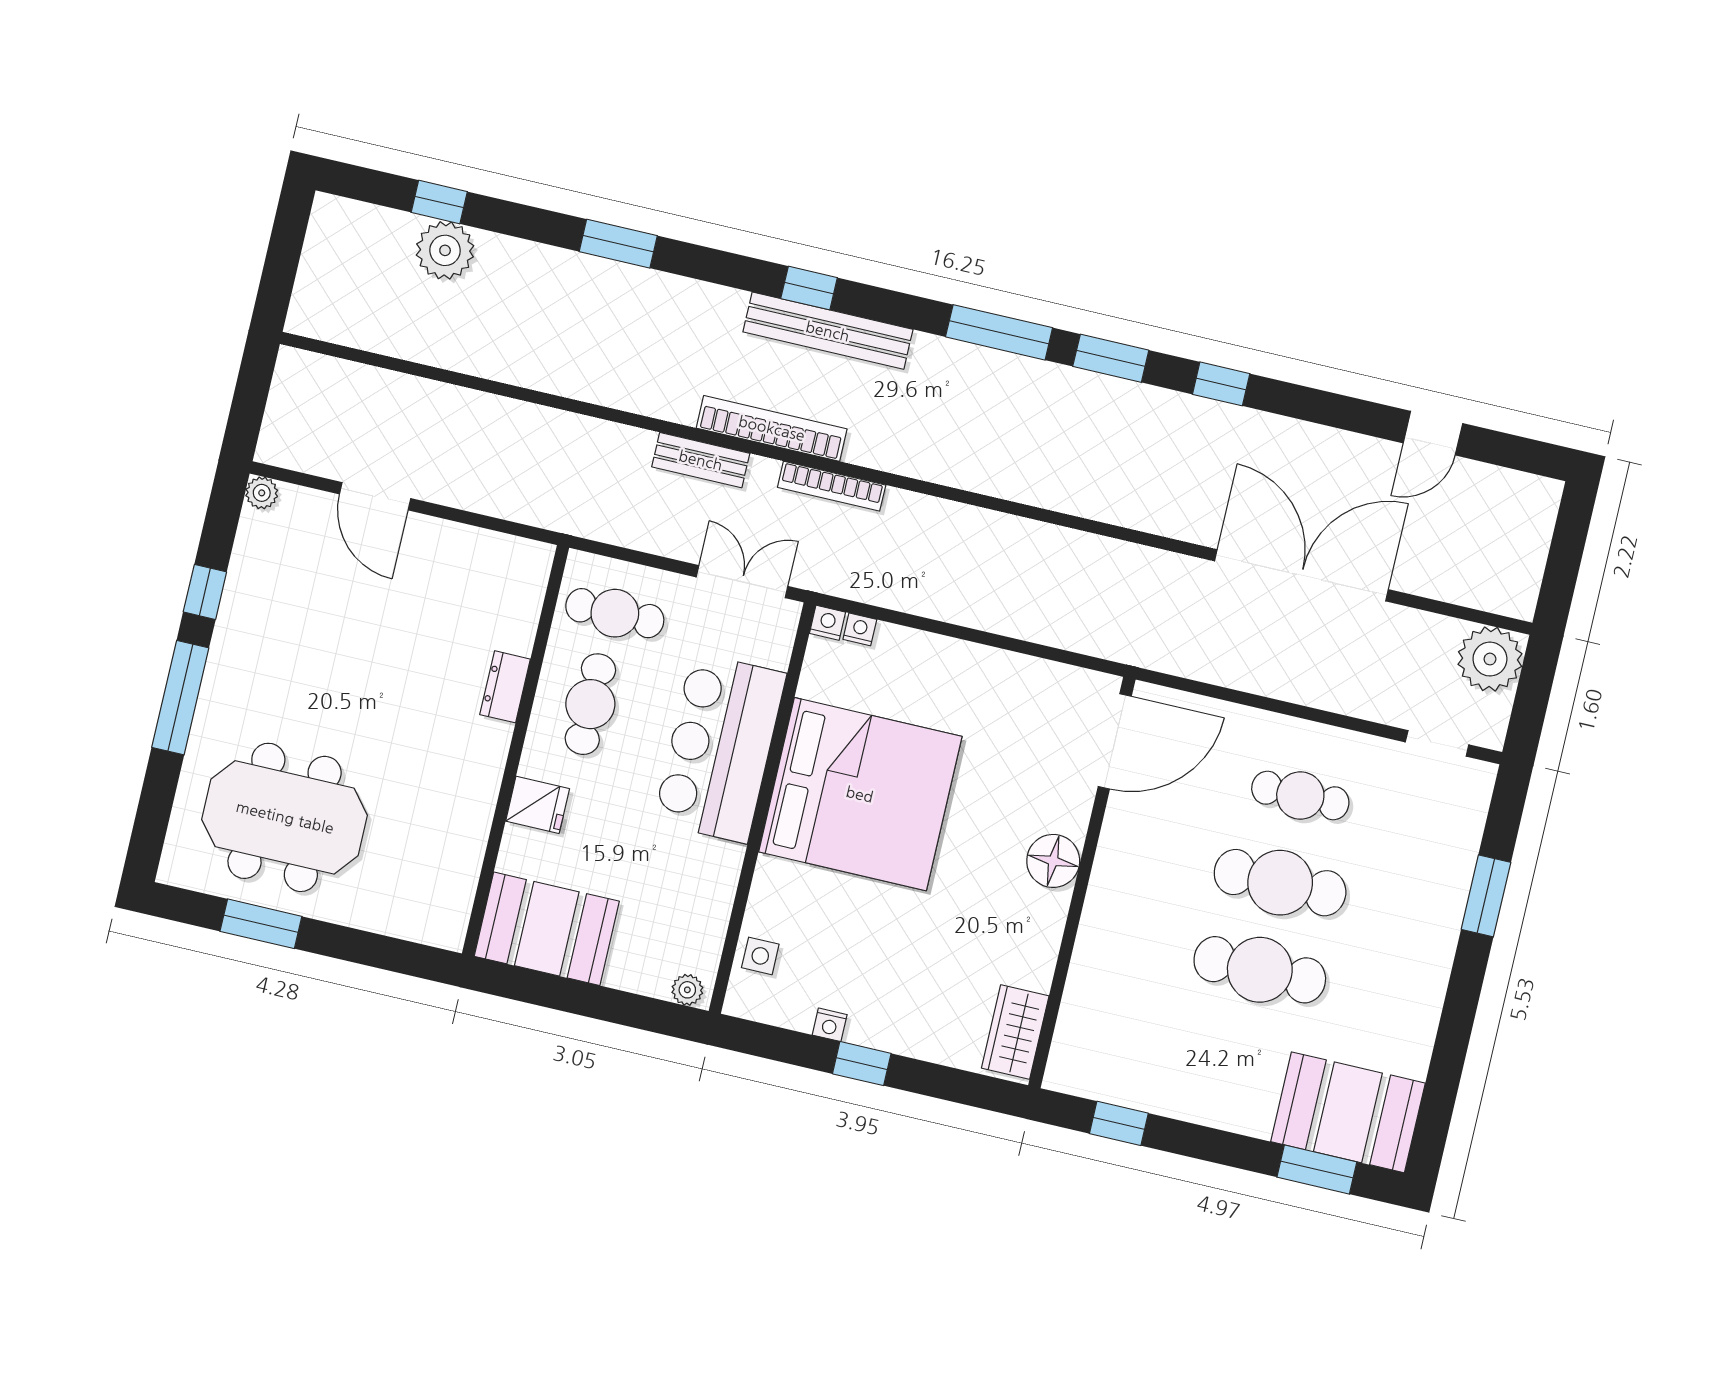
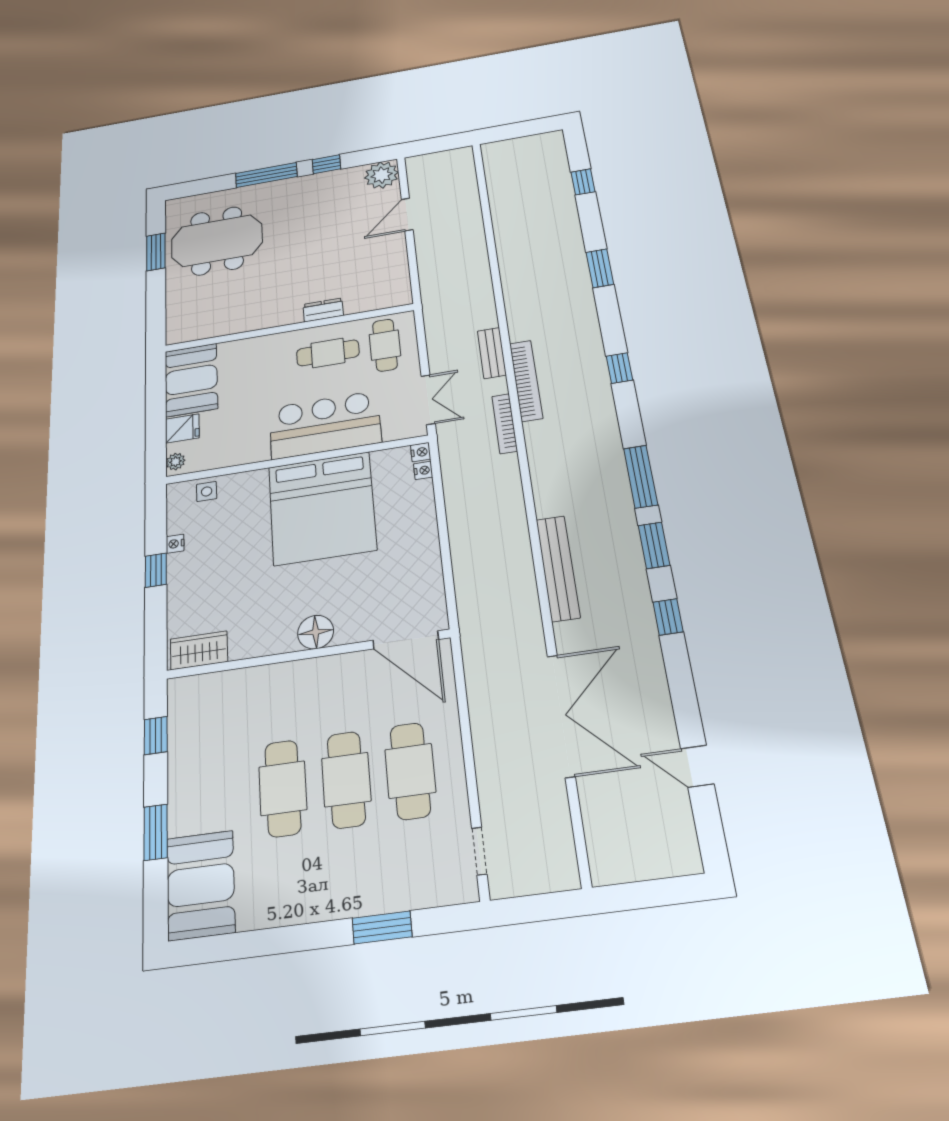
plant: (445, 250) -> (557, 194), removed
bench: (828, 331) -> (558, 568), moved
plant: (262, 493) -> (382, 175), width x1.88, depth x1.88
plant: (1490, 659) -> (553, 867), removed
cafe table: (1300, 795) -> (410, 771), width x1.37, depth x1.35
fridge: (538, 805) -> (182, 428), moved, turned -90
meeting table: (285, 817) -> (217, 241), turned 90
window: (1317, 1170) -> (156, 832), moved

